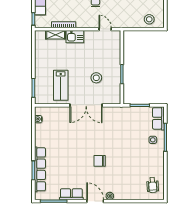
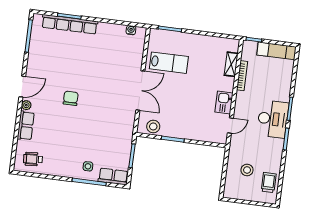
stool: (149, 19) -> (247, 170), moved
kitchen sink: (75, 37) -> (224, 102), moved
stool: (96, 78) -> (153, 126), moved
lab bench: (61, 85) -> (169, 63), turned 180
double door: (86, 105) -> (140, 90), swing flipped
row of seats: (71, 194) -> (26, 126), moved

